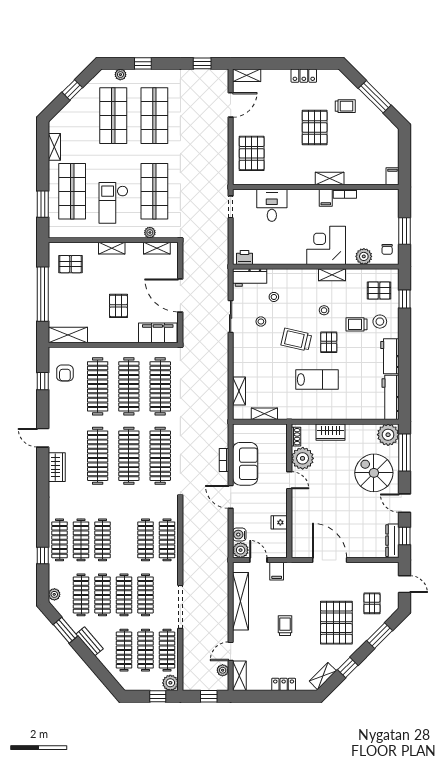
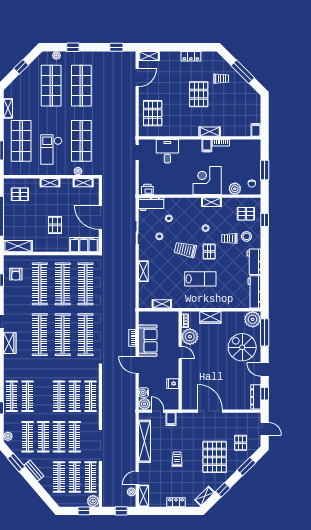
shelving: (239, 391) -> (143, 271), moved
clothes rail: (103, 540) -> (59, 396), moved

